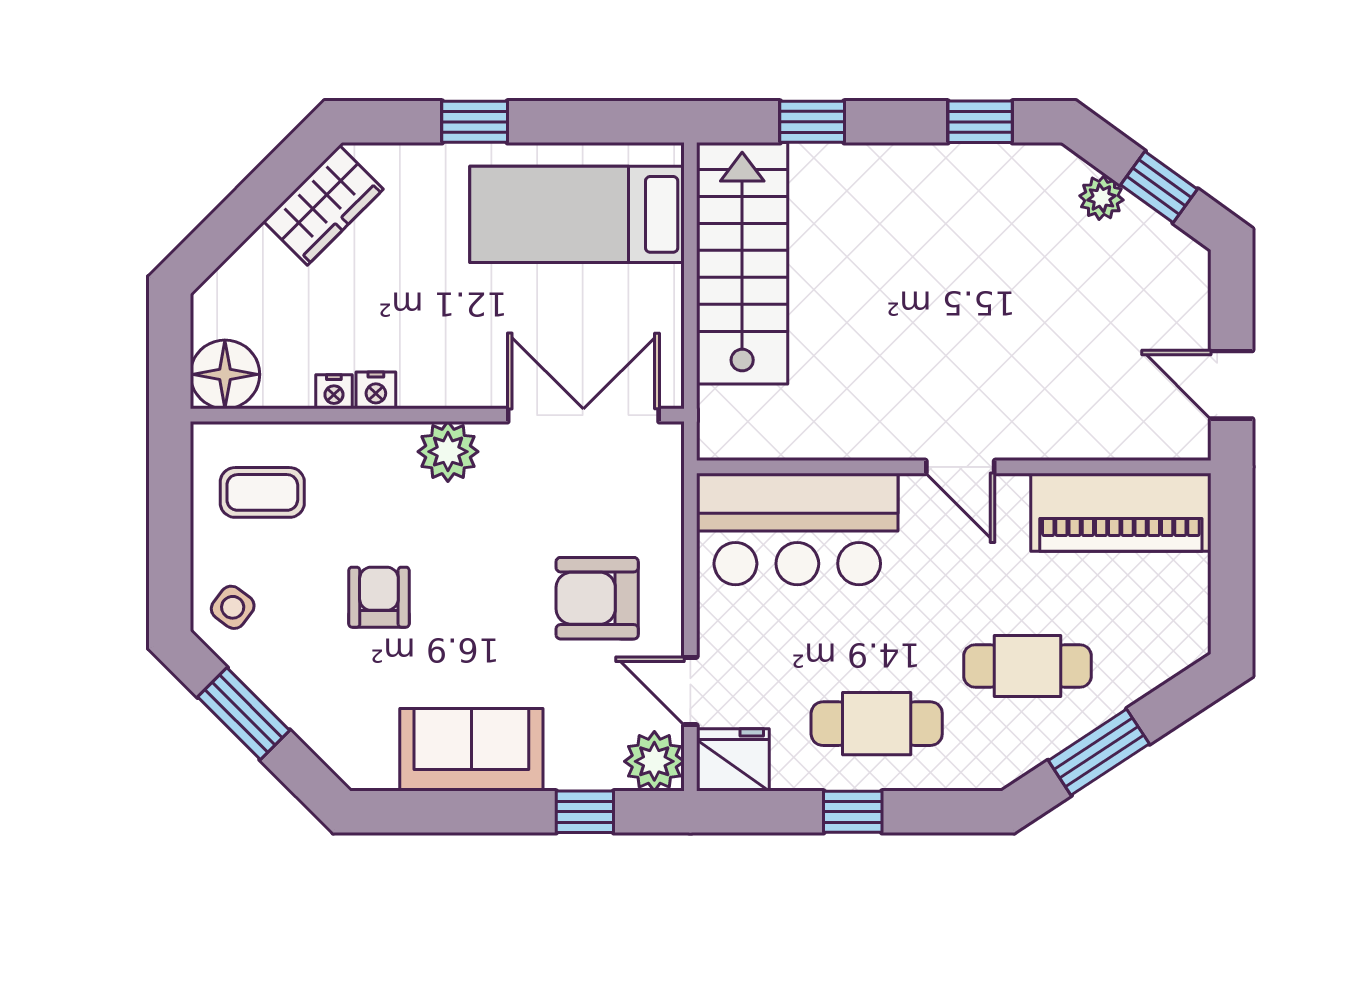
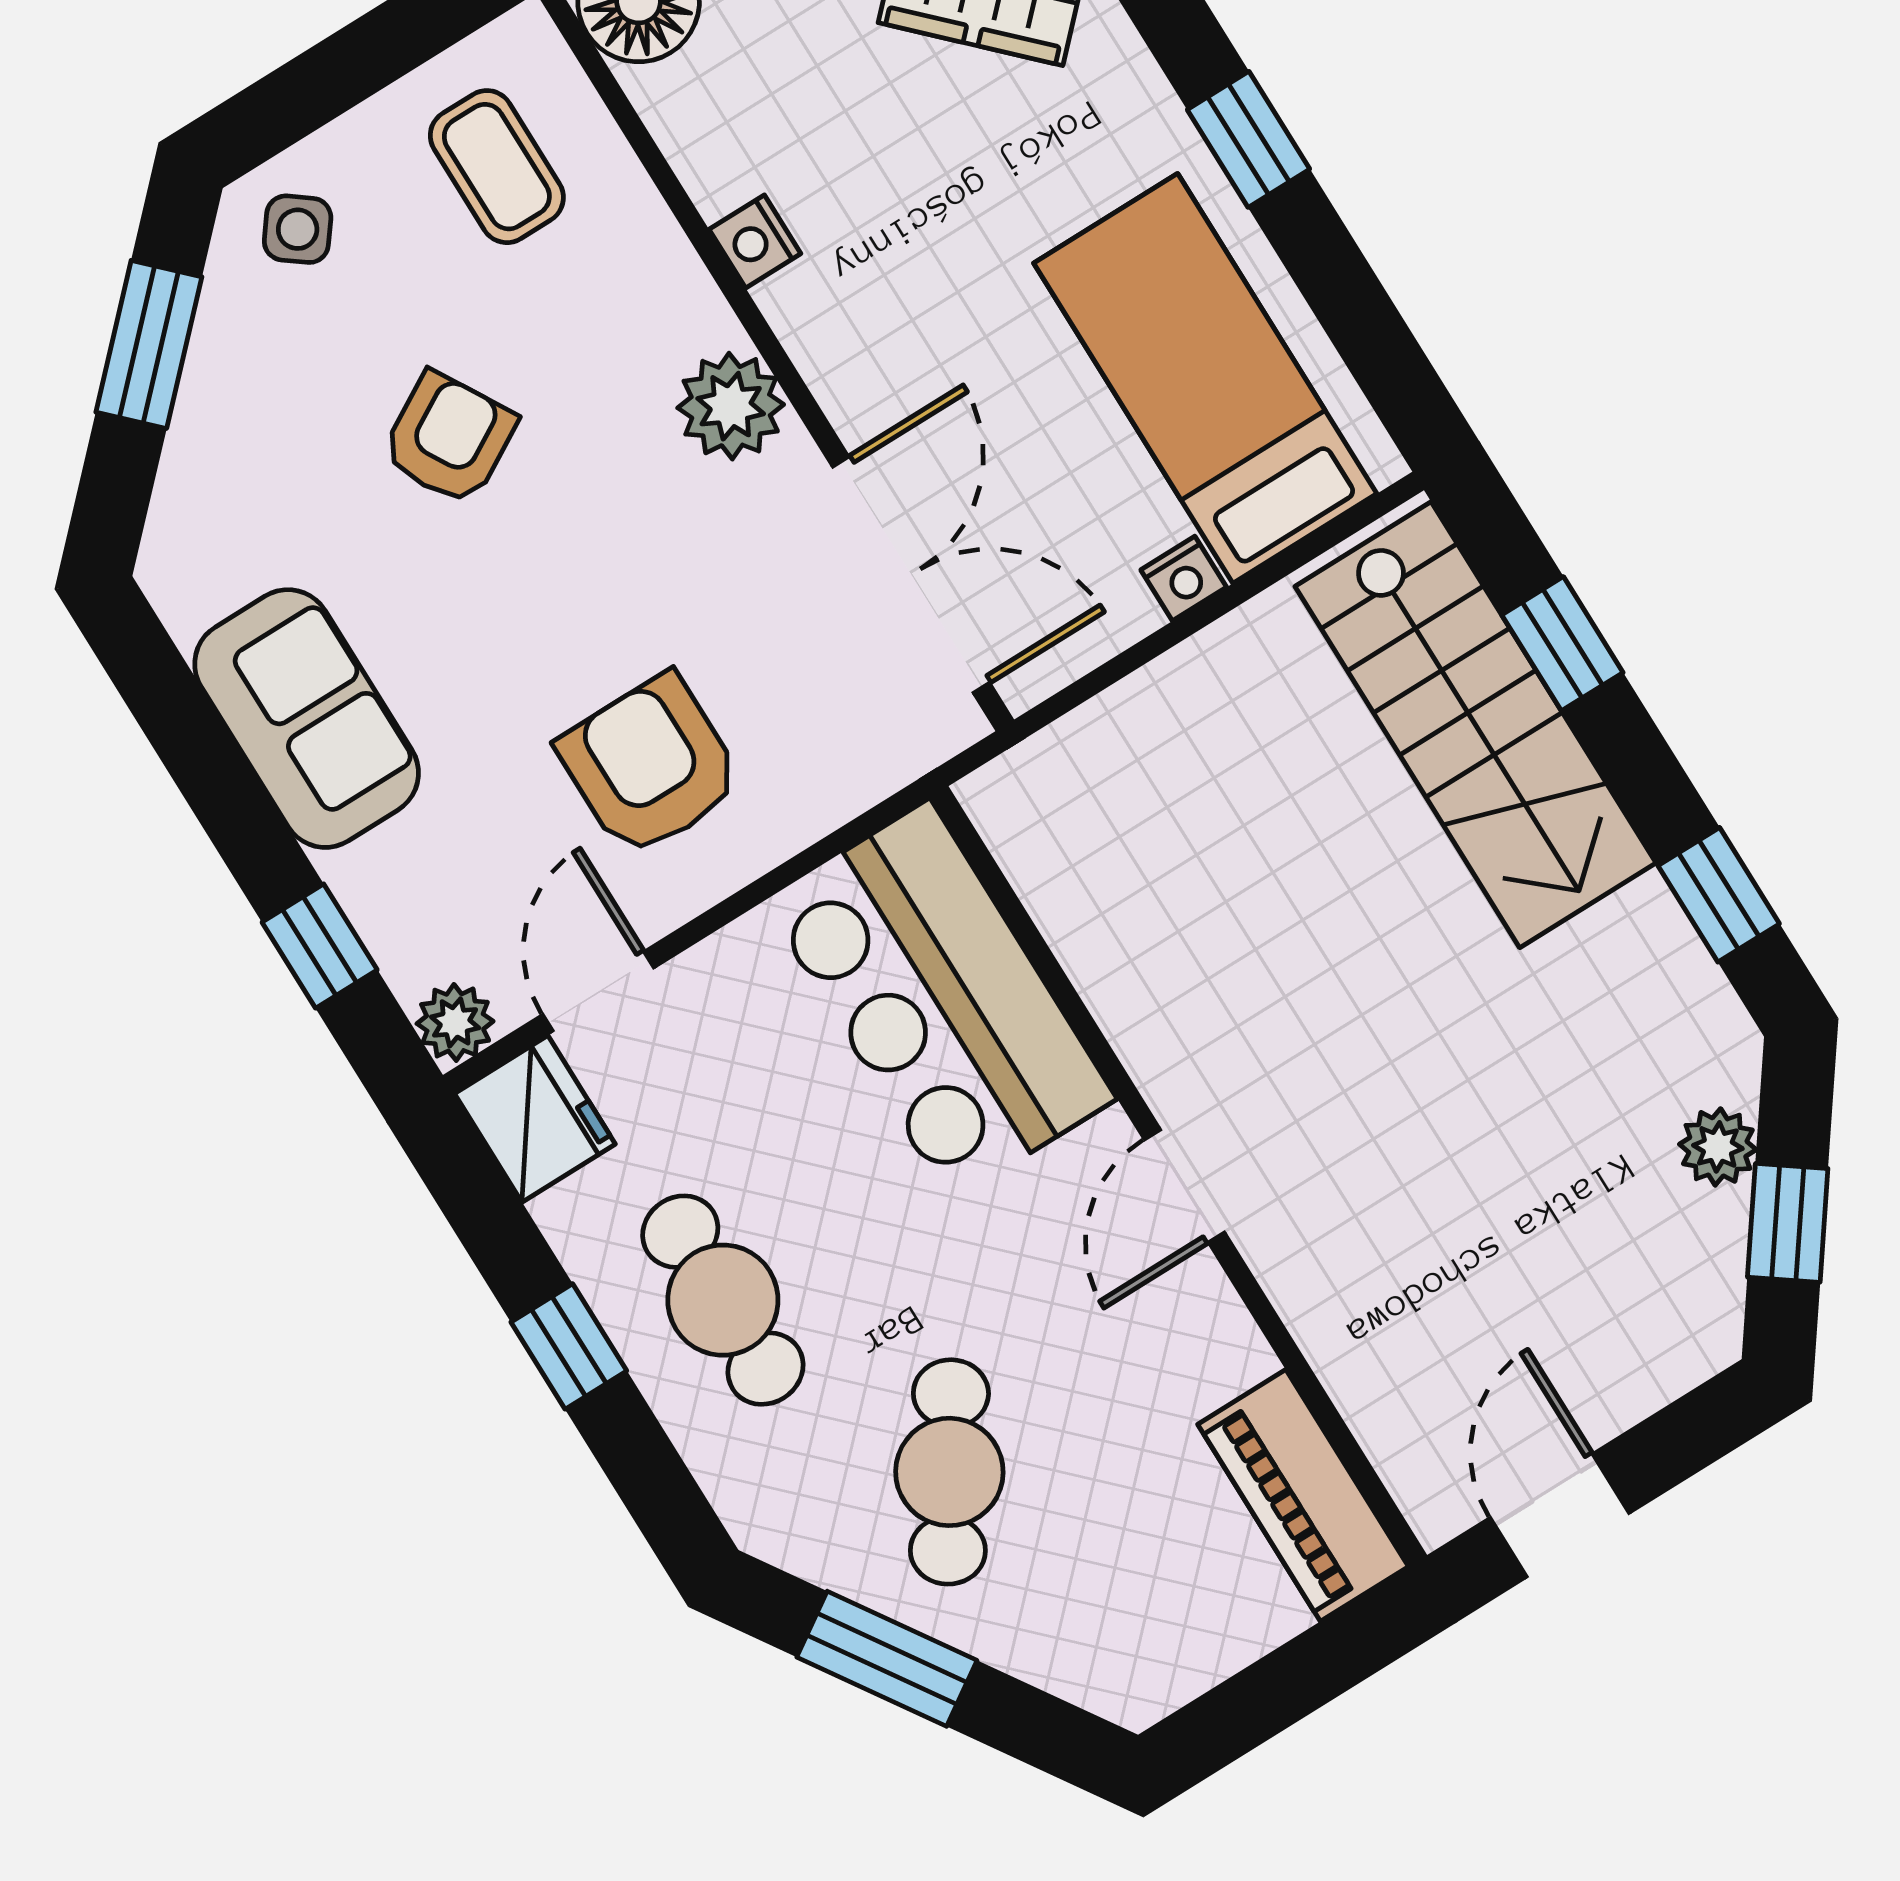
stairs: (742, 263) -> (1475, 725), moved, turned 90
nightstand: (334, 392) -> (1184, 579), moved, turned -90
piano: (1121, 512) -> (1303, 1495), width x0.73, depth x0.75
armchair: (379, 597) -> (449, 438), turned -30
cafe table: (1028, 666) -> (949, 1472), turned 33
plant: (654, 761) -> (455, 1022), width x0.73, depth x0.73

